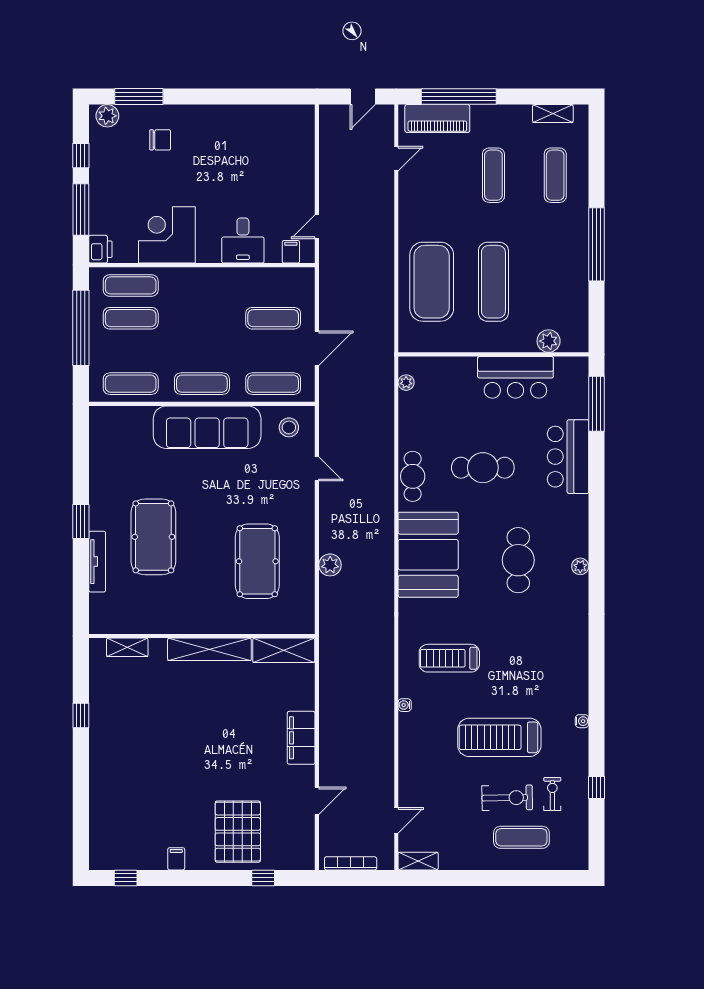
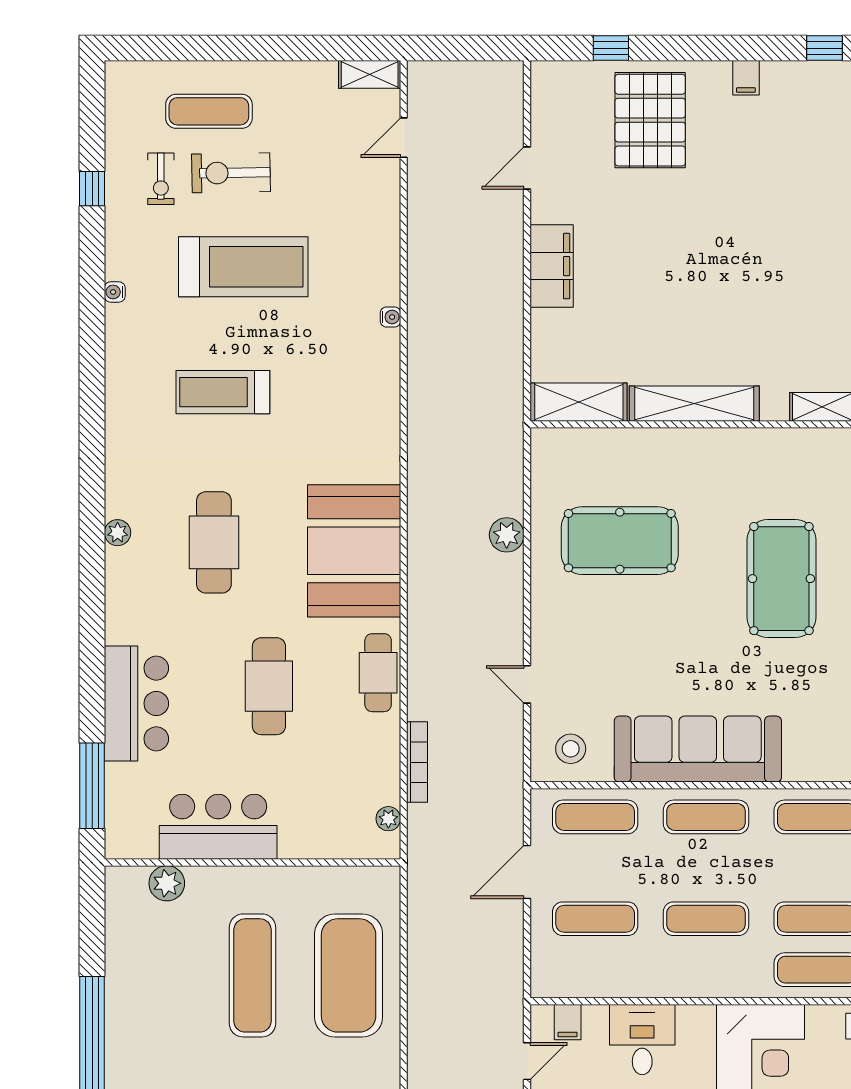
exercise mat: (202, 318) -> (706, 919), added
cafe table: (483, 468) -> (269, 686), turned 90
pool table: (257, 561) -> (620, 541), turned 90
treadmill: (449, 658) -> (223, 392), moved, turned 180
bookcase: (351, 863) -> (417, 762), moved, turned -90

